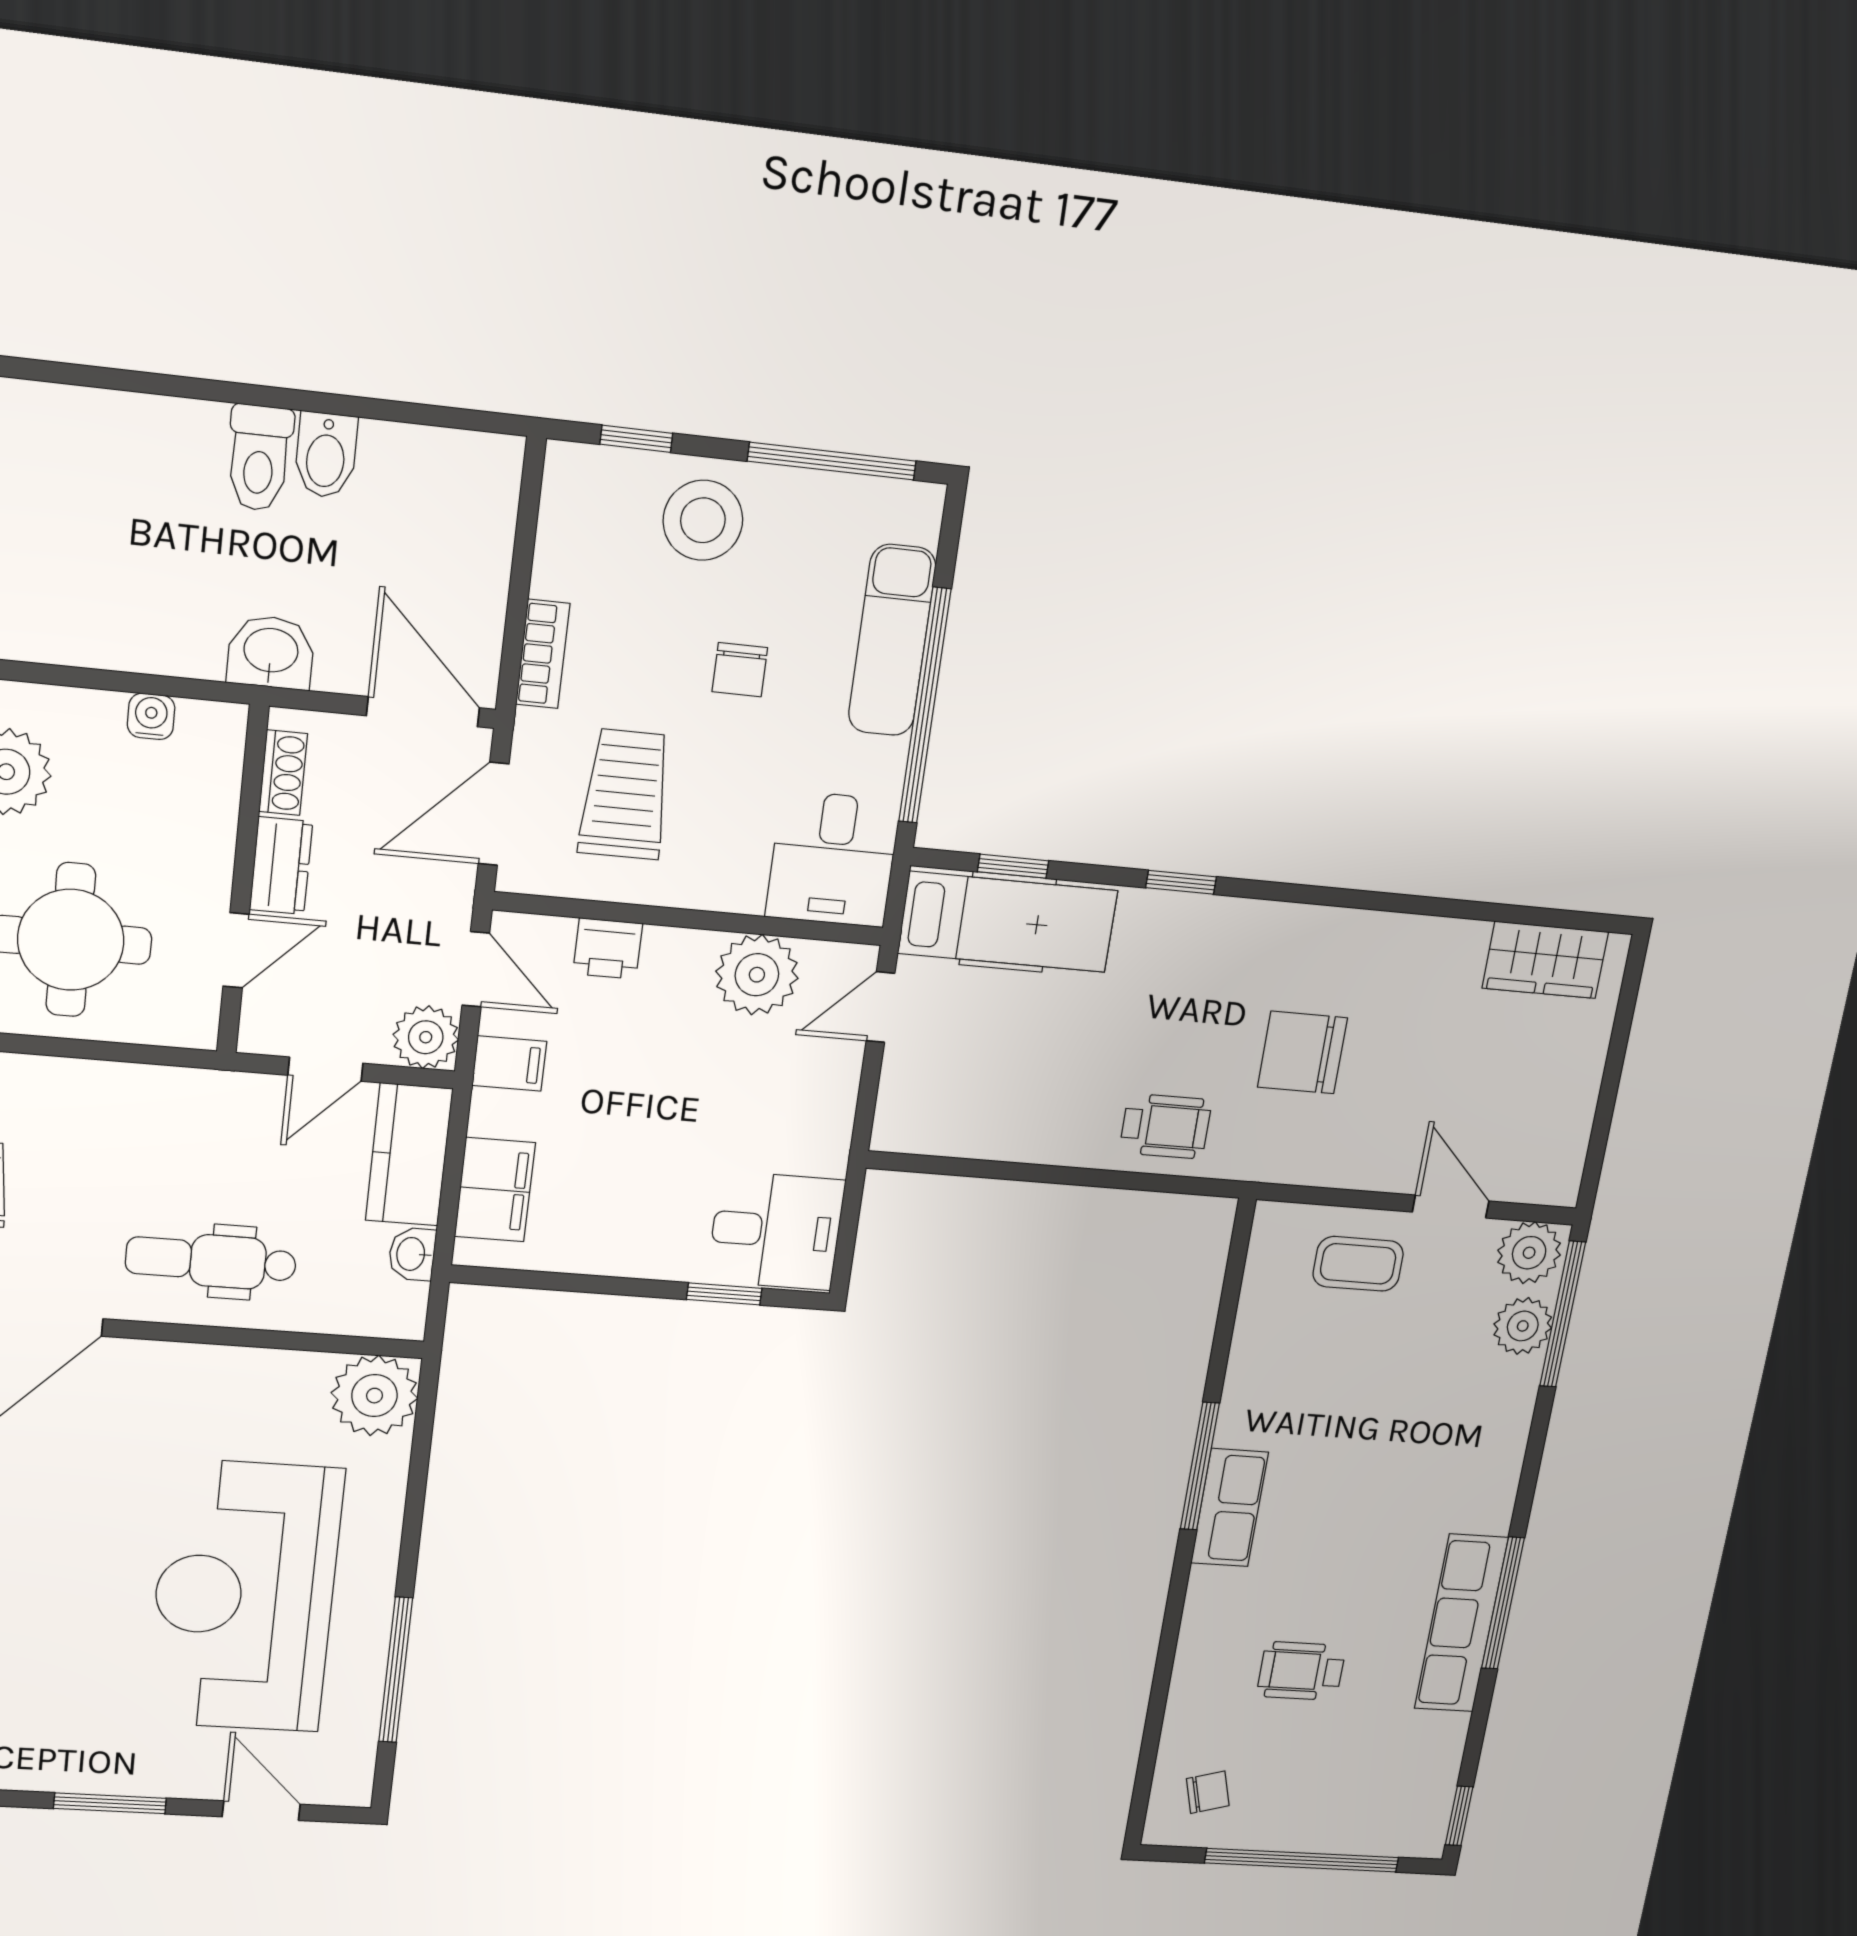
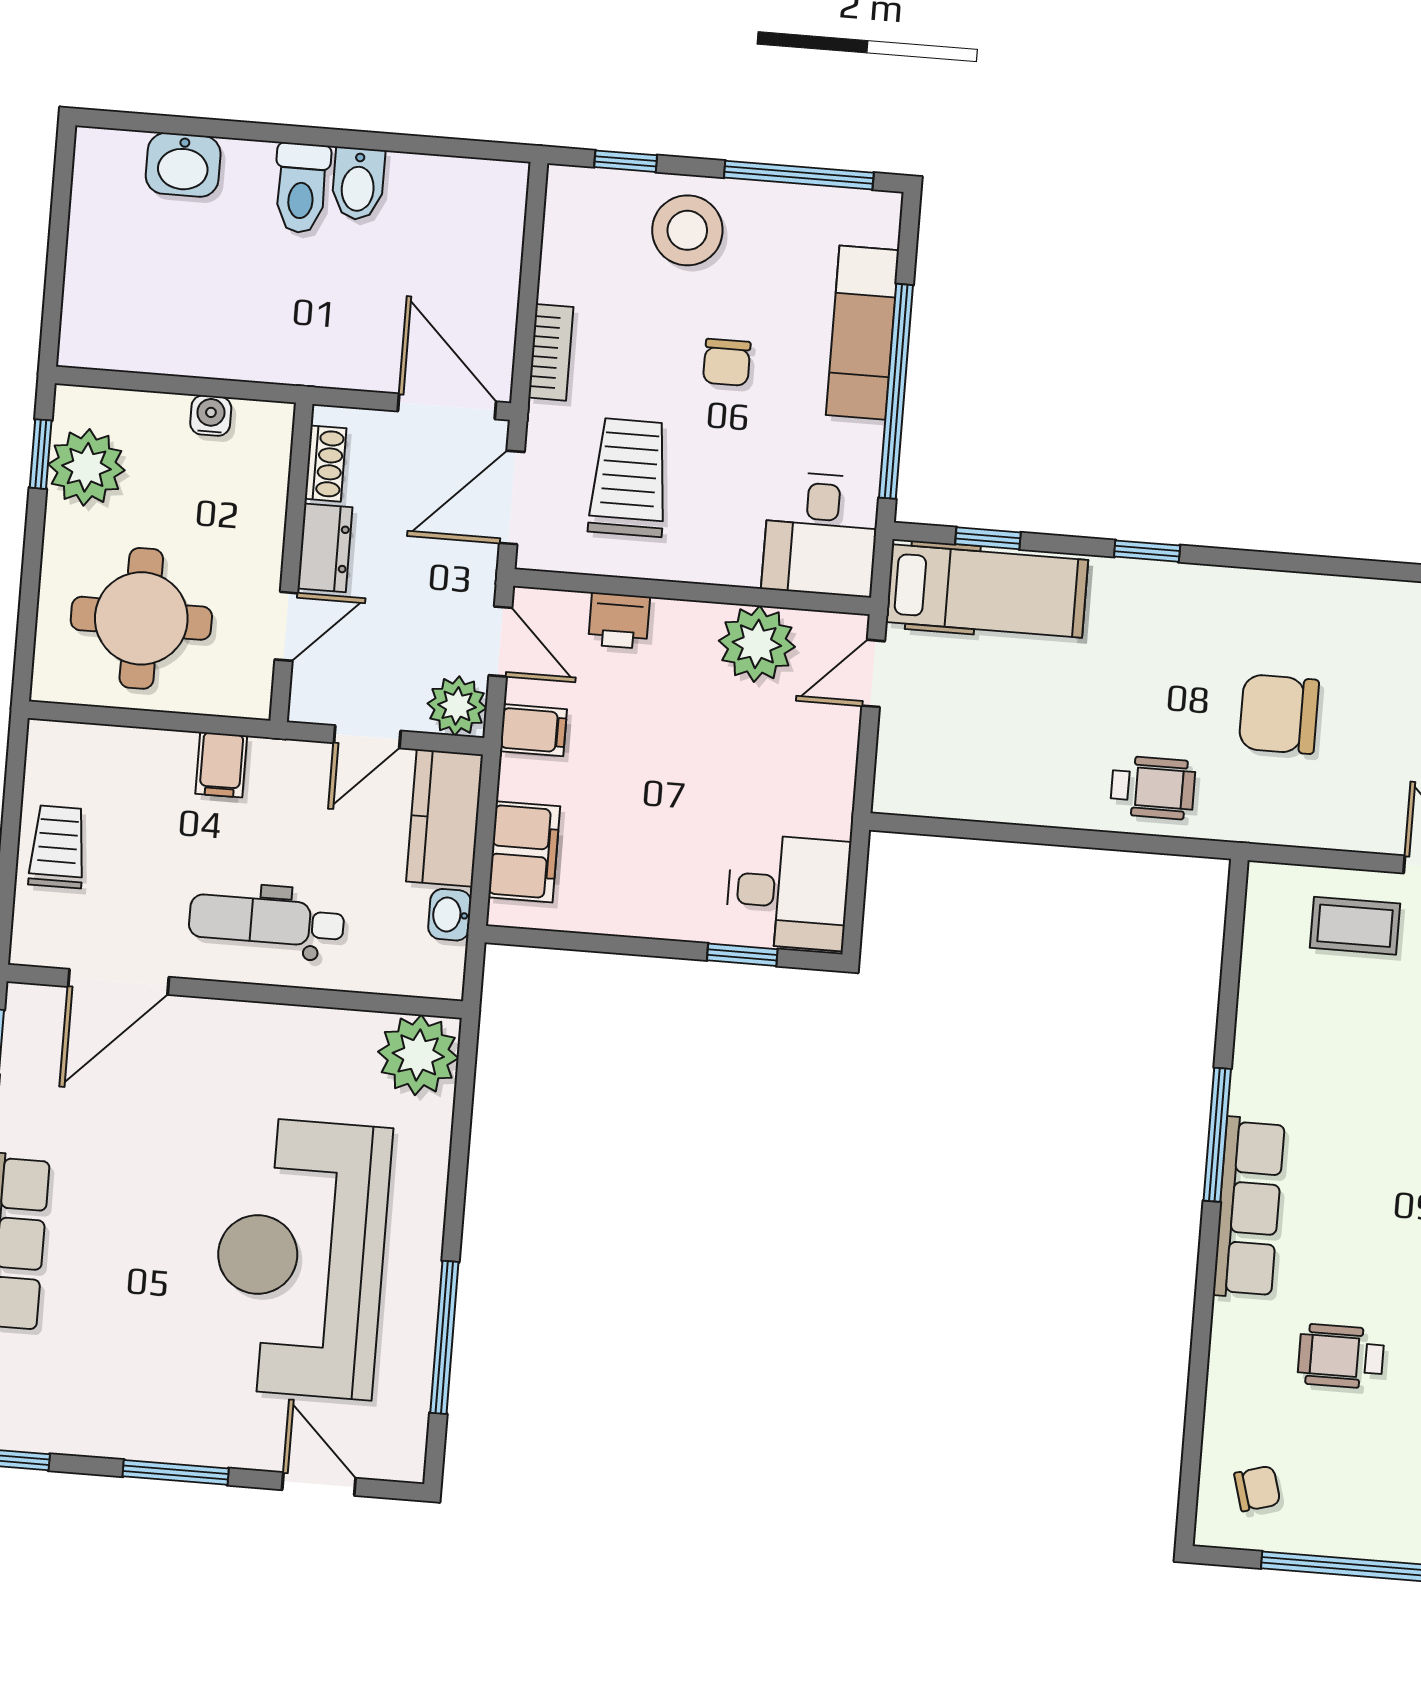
washbasin: (271, 652) -> (183, 165), moved, turned 180
filing cabinet: (162, 1098) -> (221, 765), added
row of seats: (1230, 1508) -> (1249, 1208), width x1.48

